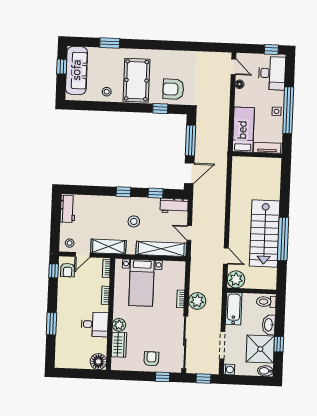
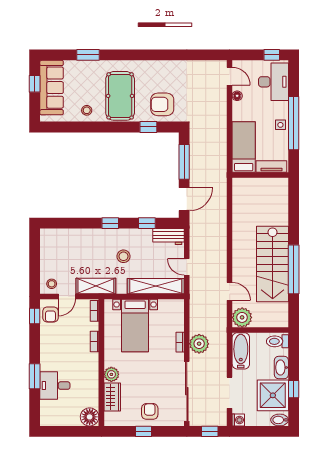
workbench: (68, 209) -> (48, 245), removed
desk: (95, 324) -> (55, 386), moved, turned 180
window: (163, 377) -> (143, 431), moved

